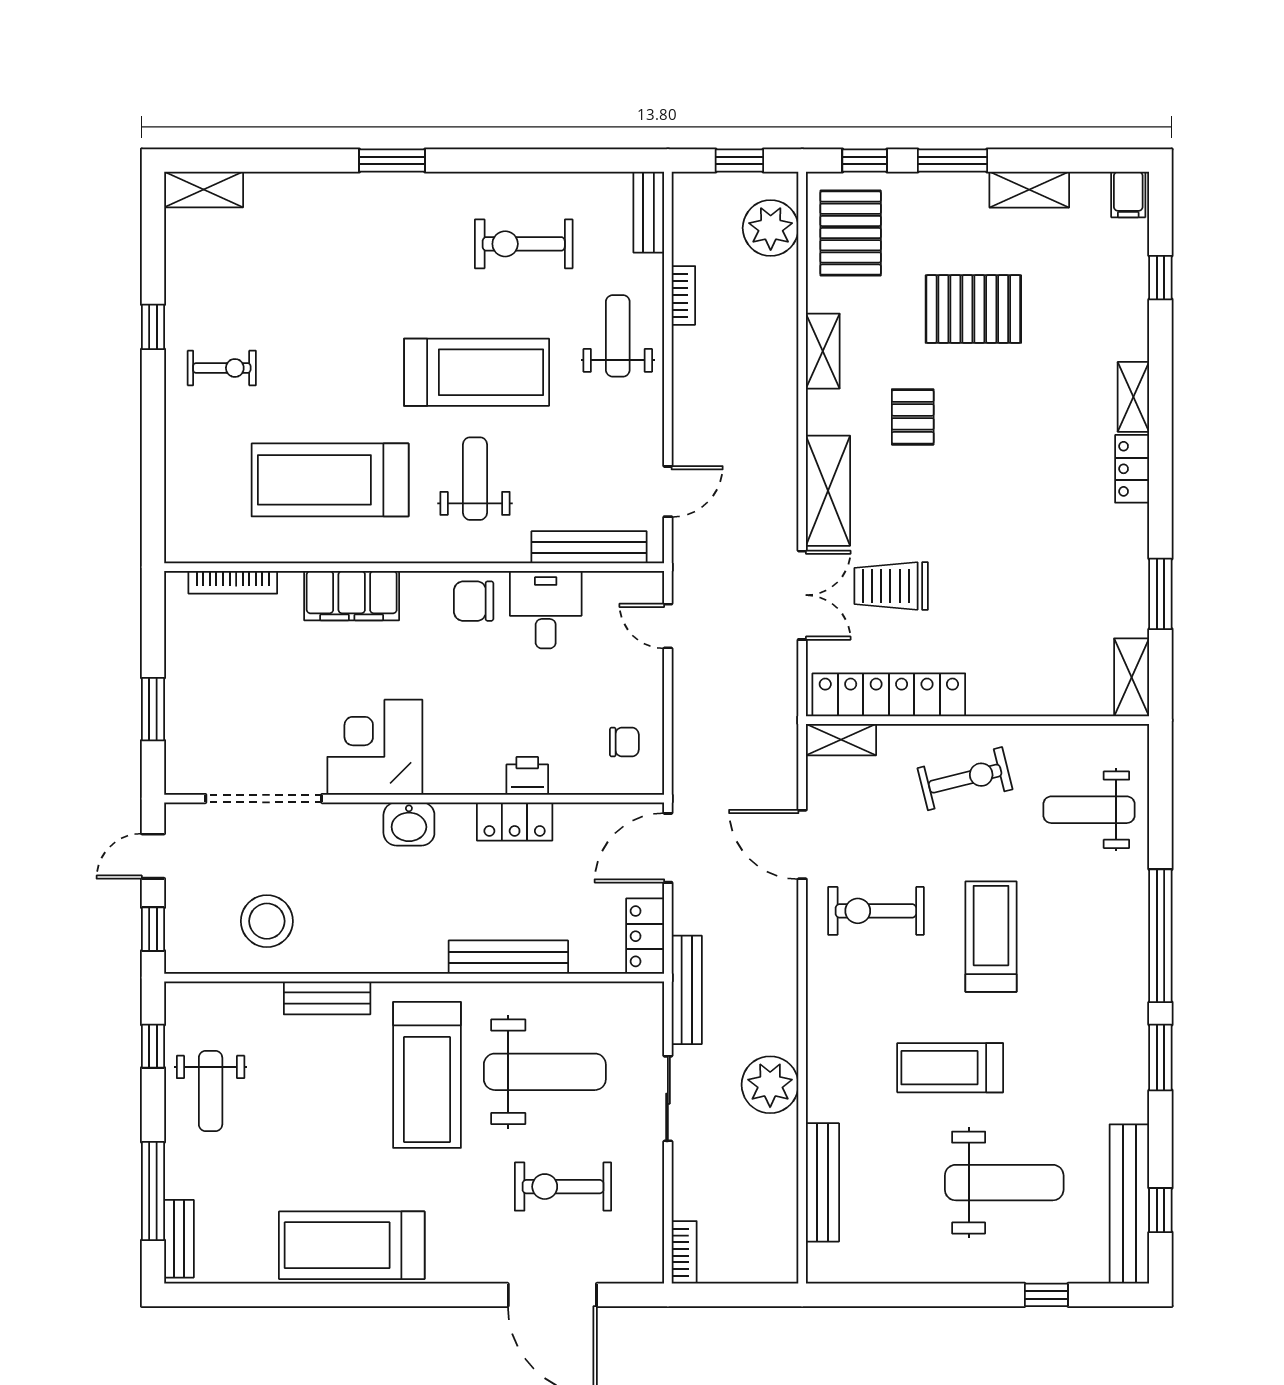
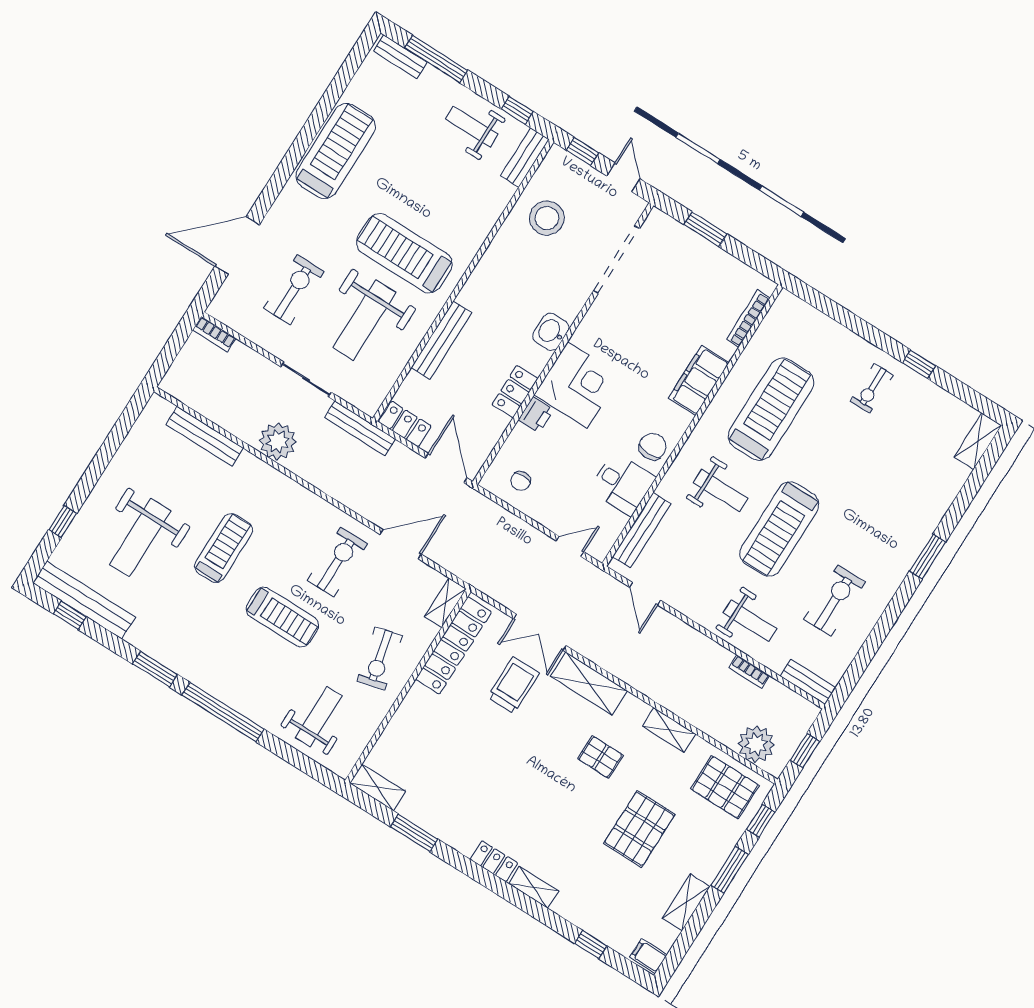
corner desk: (375, 747) -> (577, 385), moved
bench: (327, 998) -> (525, 158), moved

